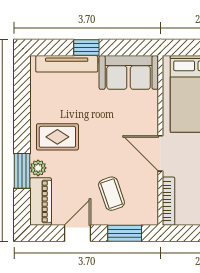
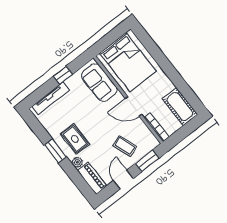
window: (86, 48) -> (63, 75), moved
sofa: (129, 72) -> (99, 83), moved, turned 90
rug: (57, 137) -> (75, 139), turned 90
window: (22, 171) -> (55, 151), moved

